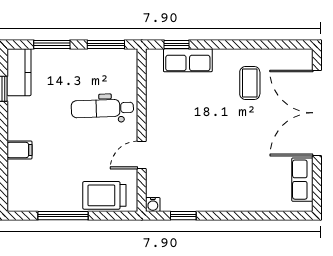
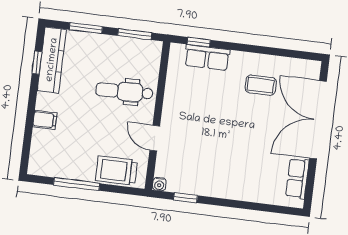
kitchen counter: (19, 72) -> (52, 60), width x1.50
coffee table: (250, 83) -> (261, 85), turned 90
door: (142, 155) -> (155, 138), hinge flipped

